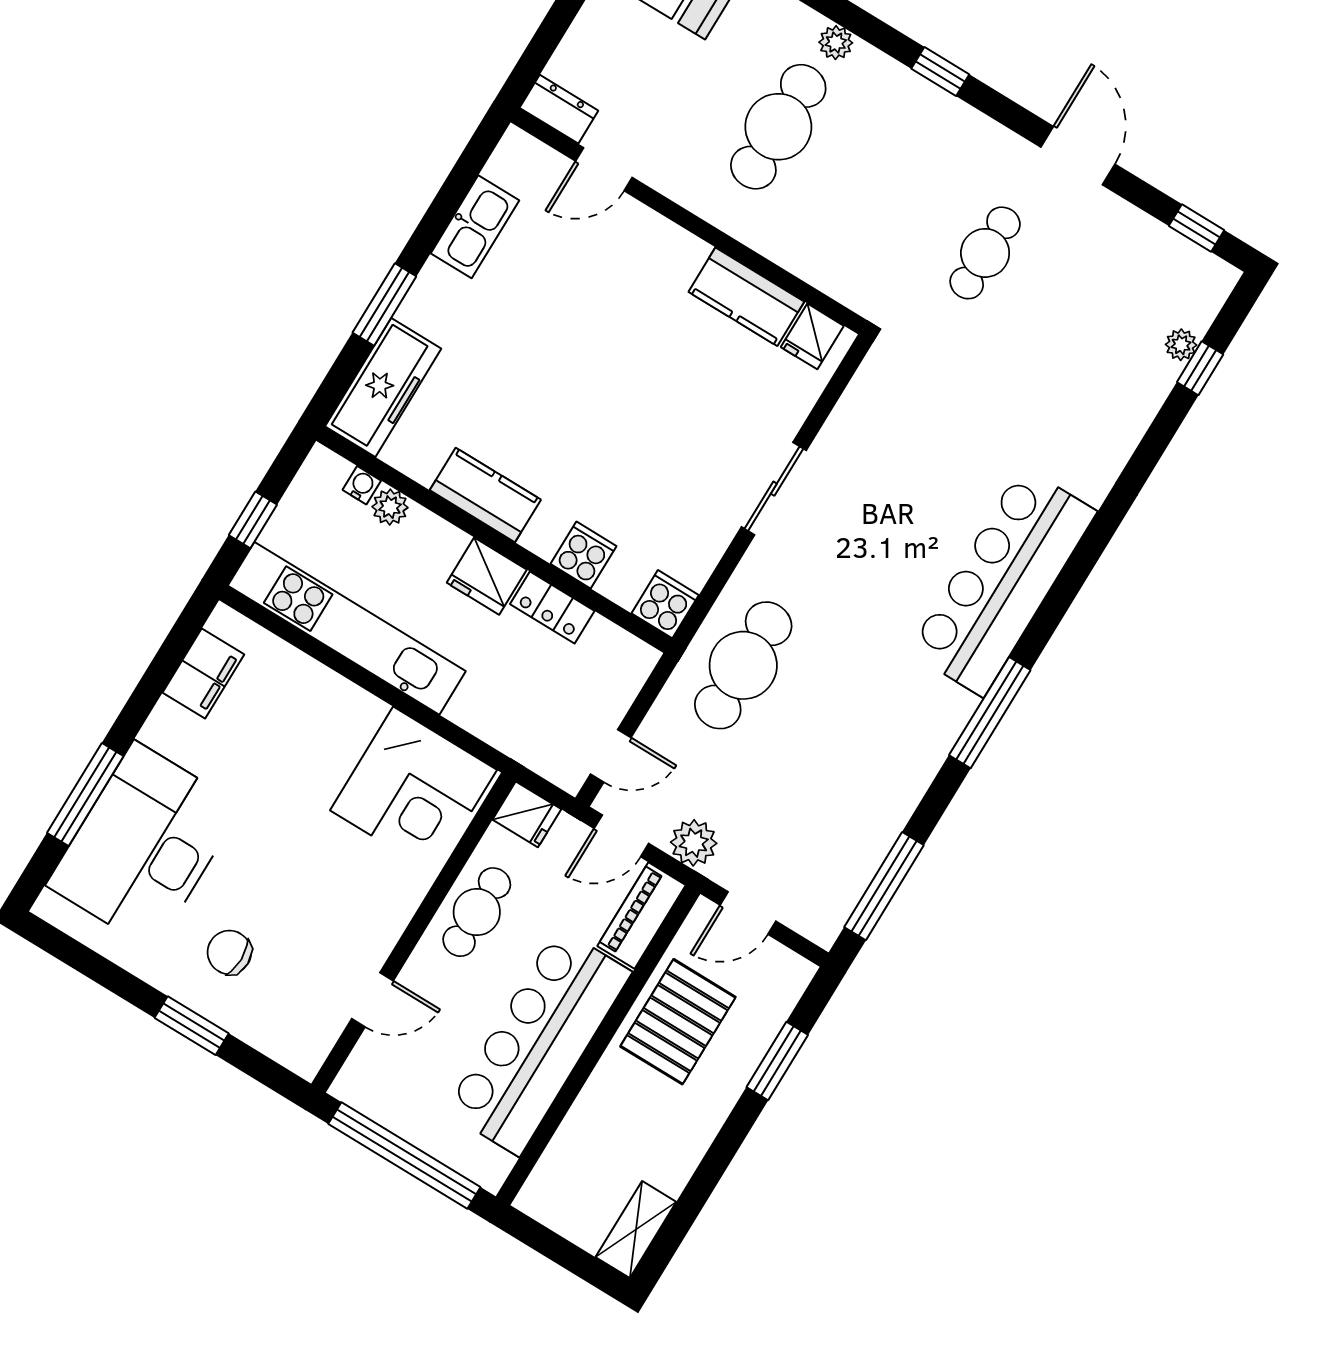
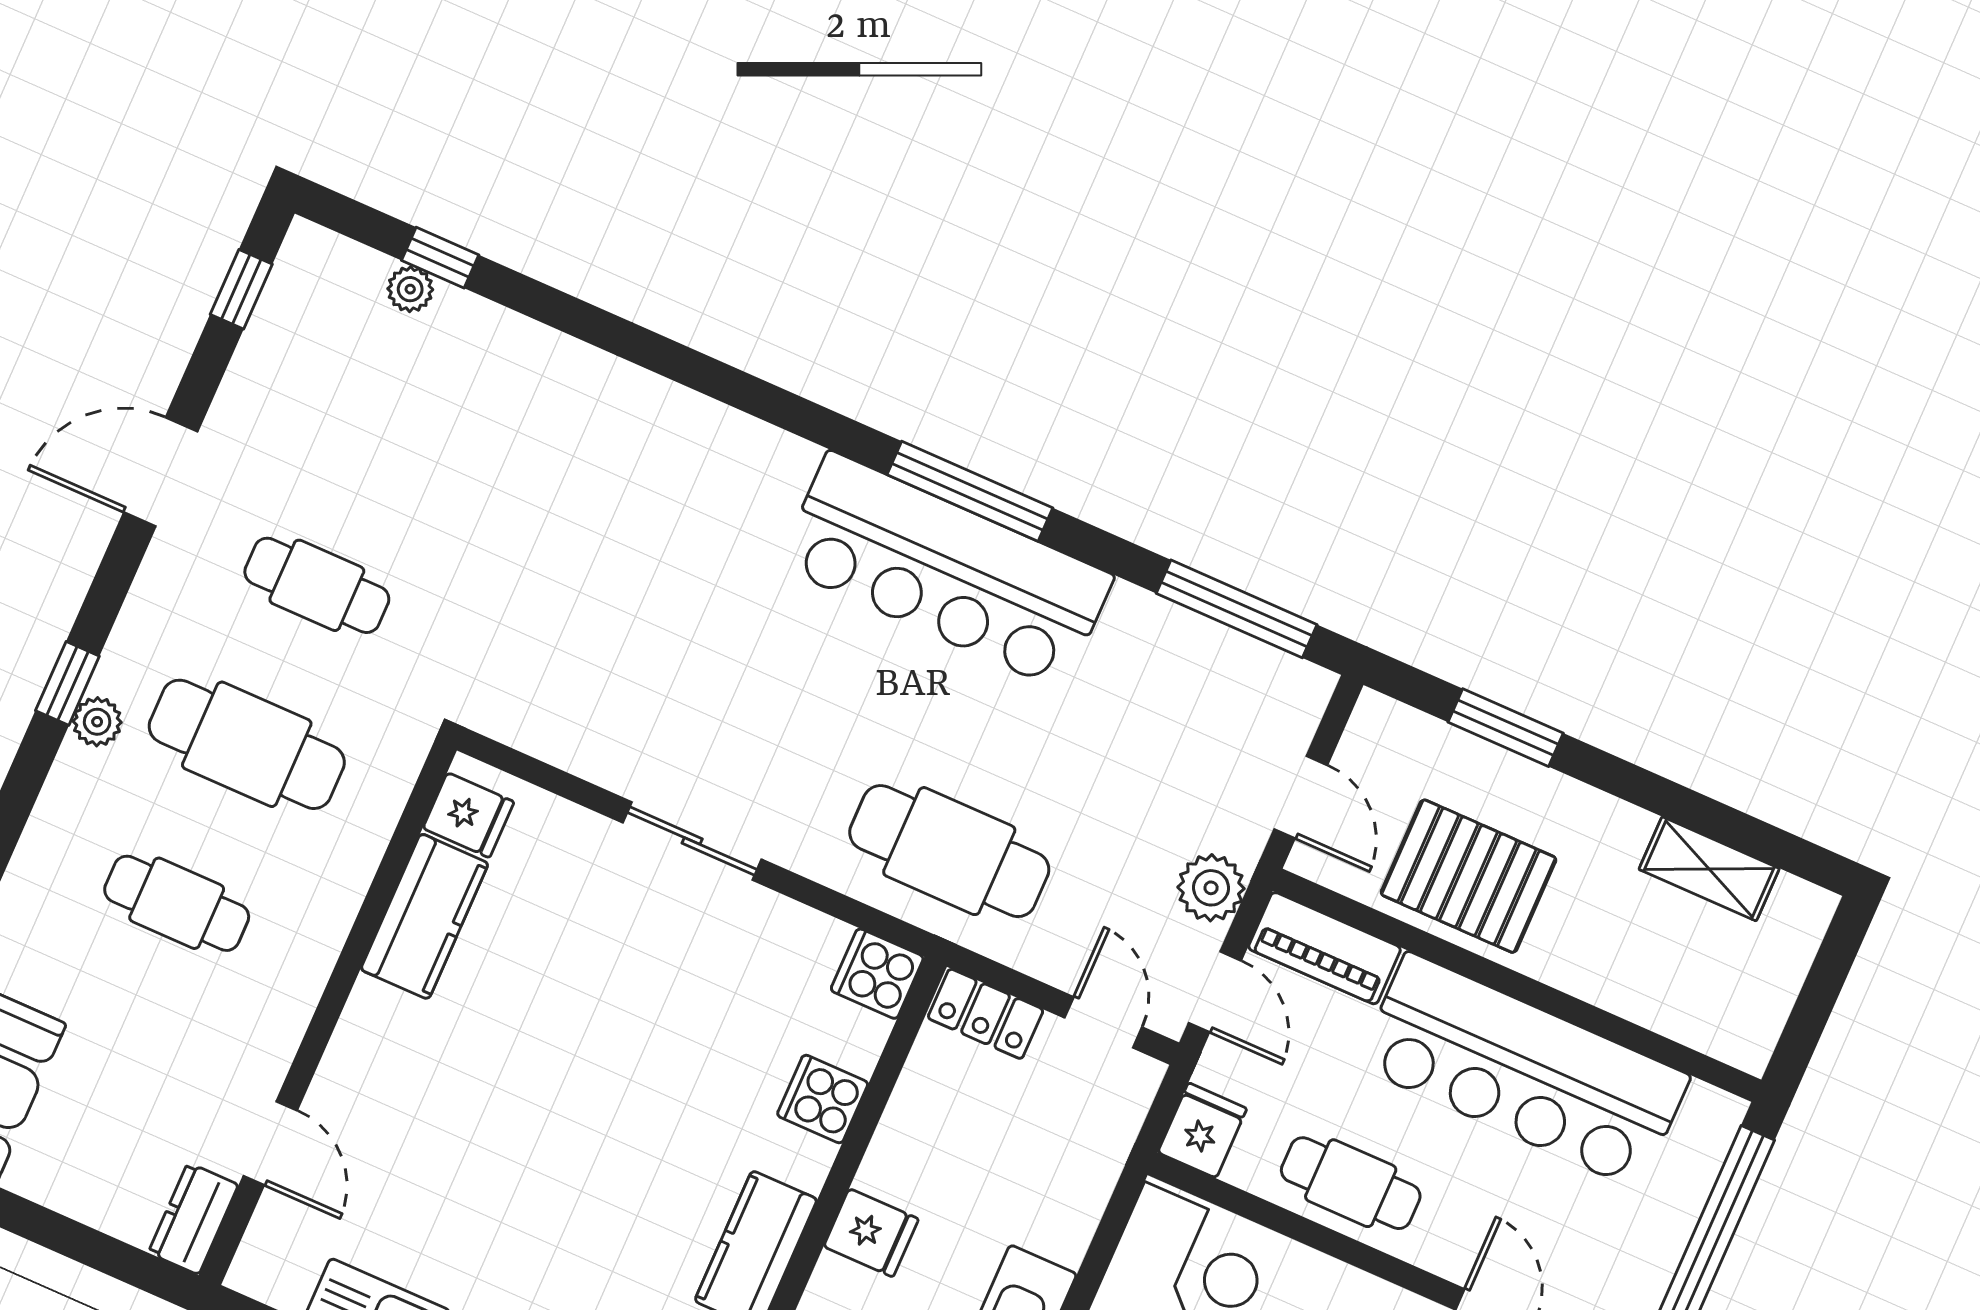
plant: (836, 43) -> (97, 722), moved
cafe table: (778, 127) -> (177, 903), width x0.73, depth x0.74
cafe table: (882, 190) -> (247, 744), added
fridge: (487, 576) -> (871, 1233), width x0.72
bar counter: (1003, 582) -> (946, 571), moved
locker: (552, 607) -> (986, 1014), moved, turned 90
shelving: (636, 1230) -> (1709, 869), moved

